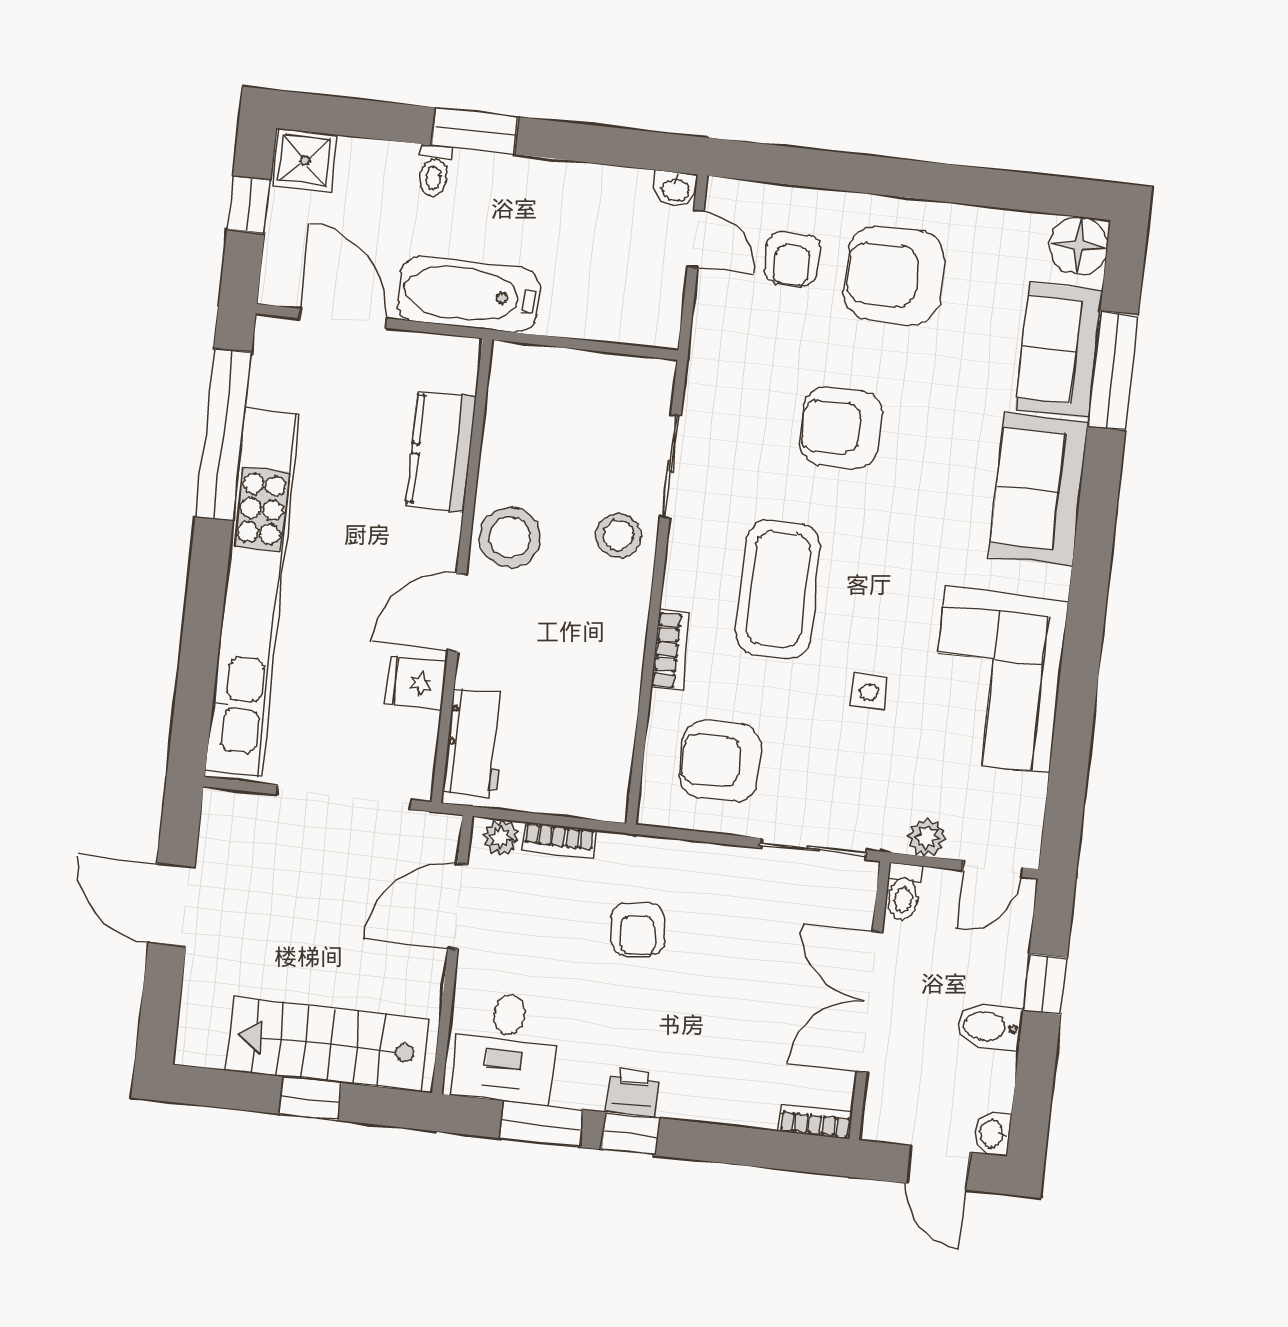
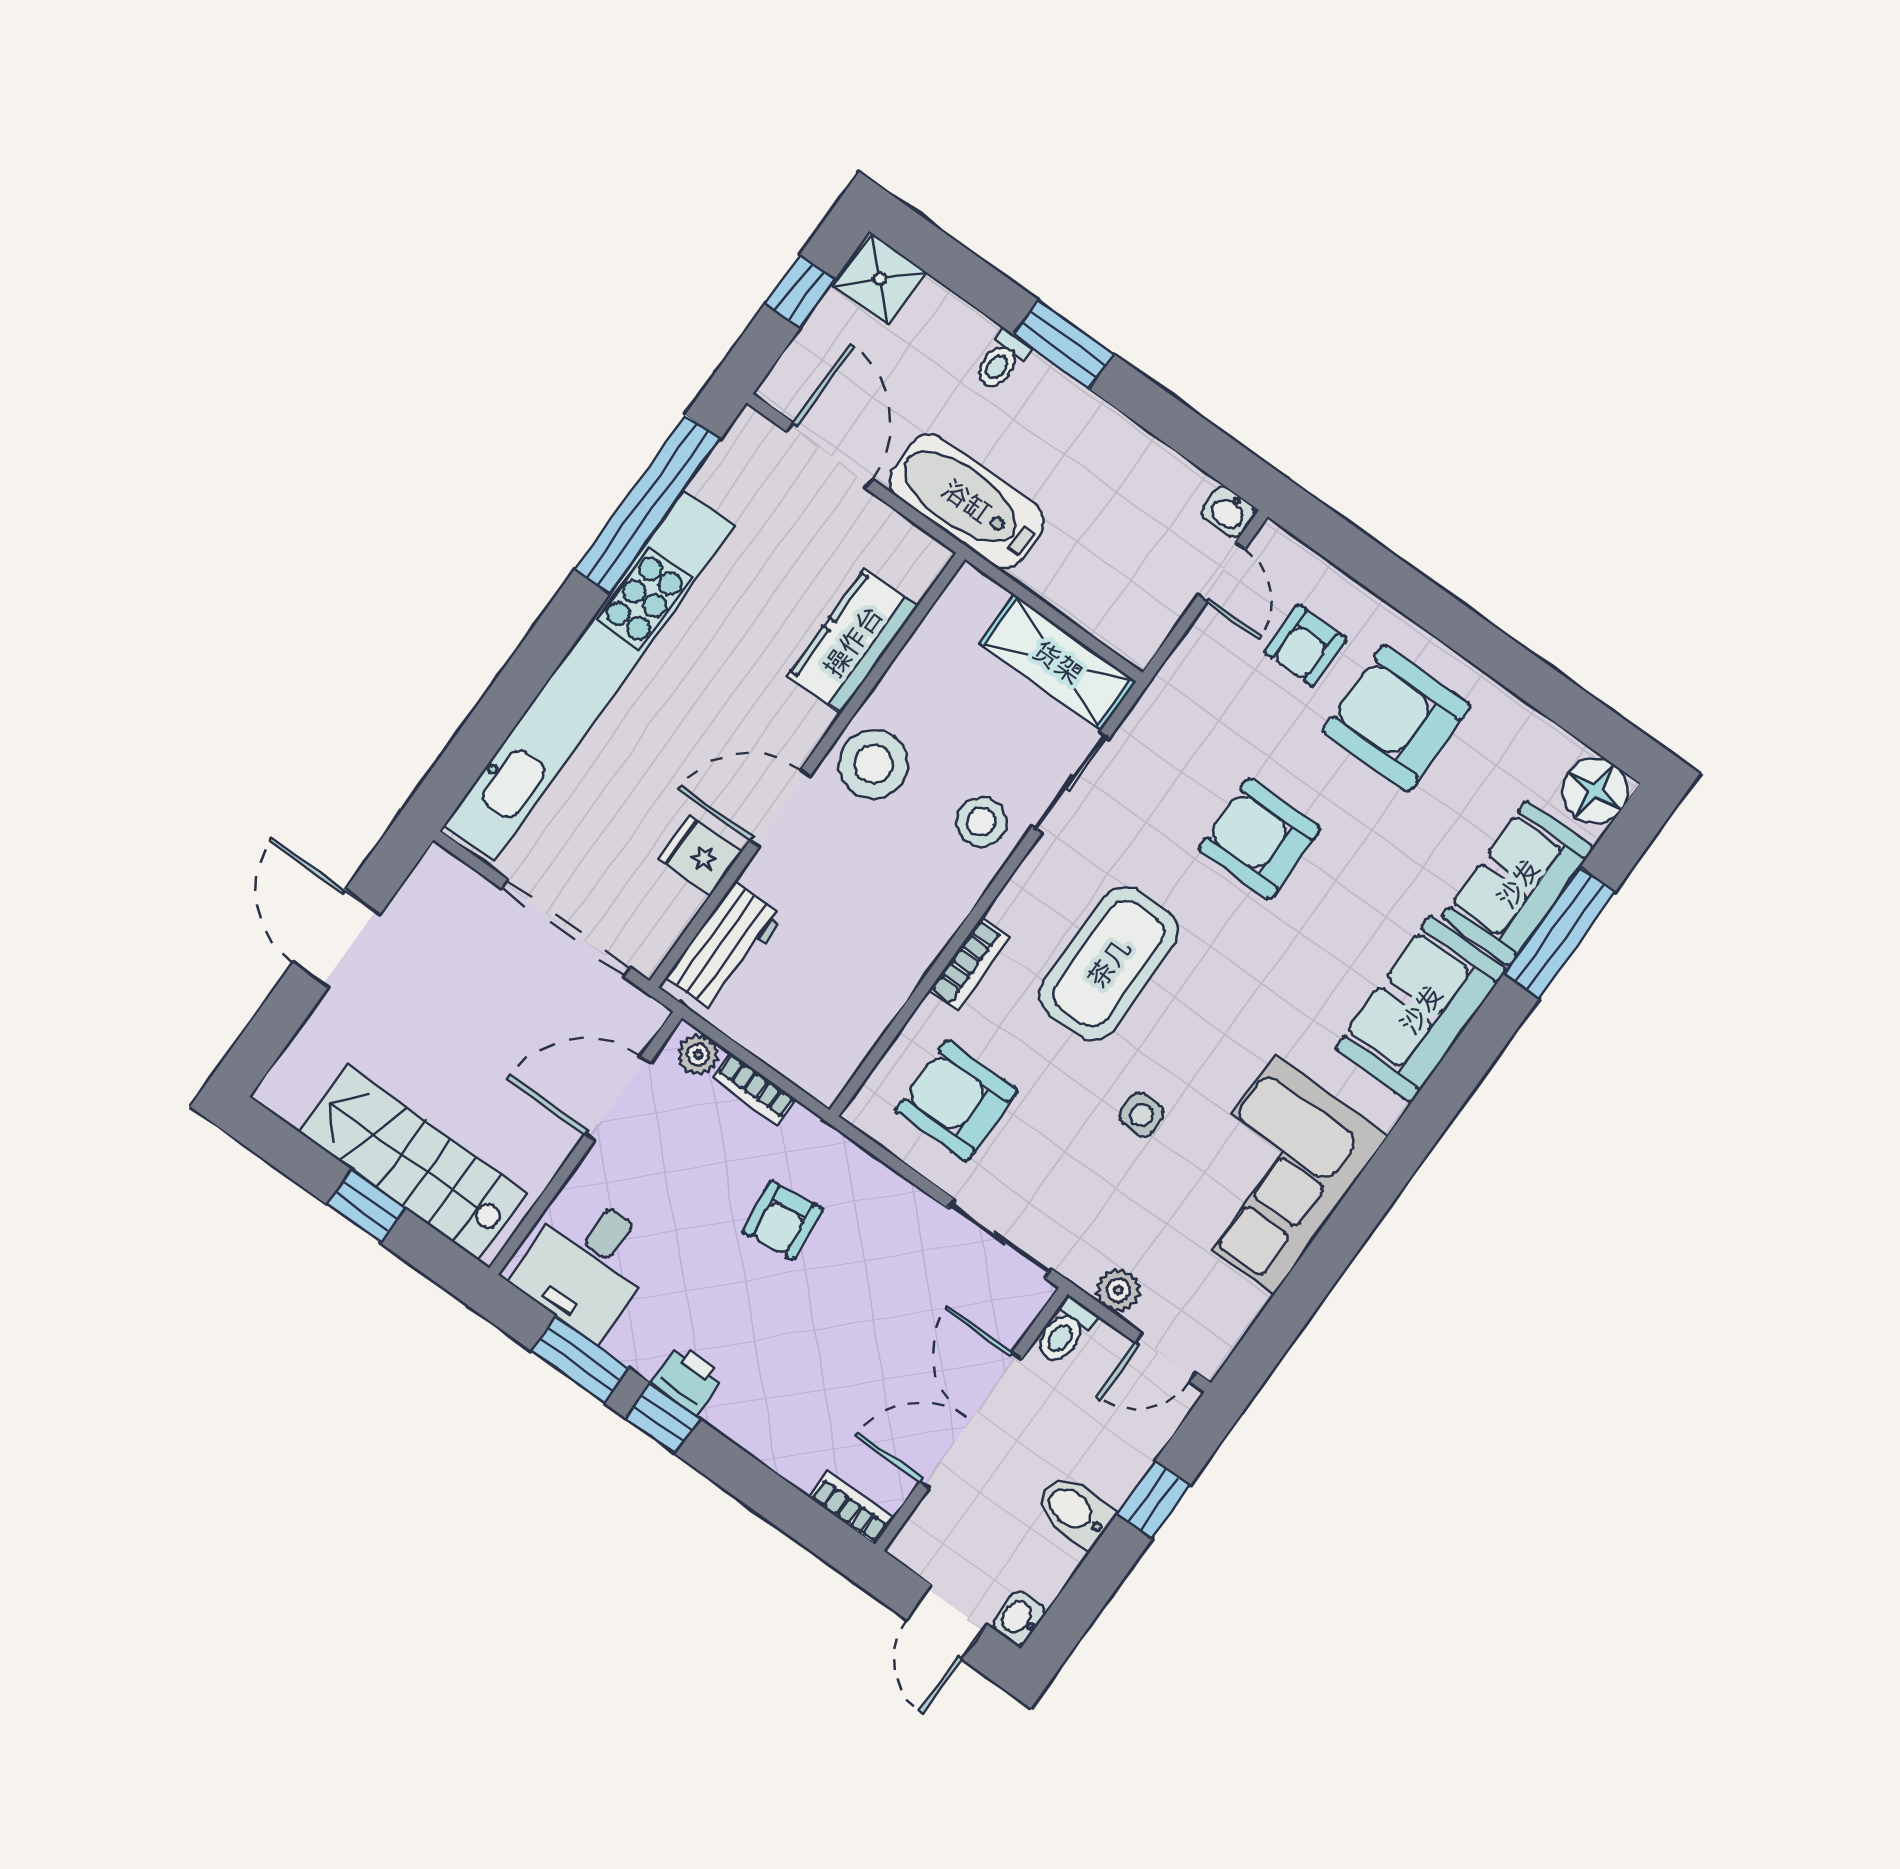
shelving: (608, 379) -> (1058, 662), added

